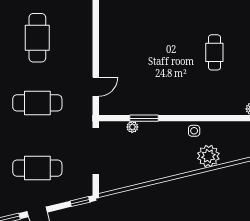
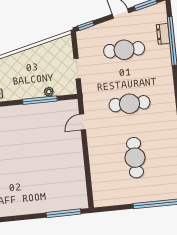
window: (144, 118) -> (40, 100), width x1.44
doorway: (96, 151) -> (77, 69), width x0.53

